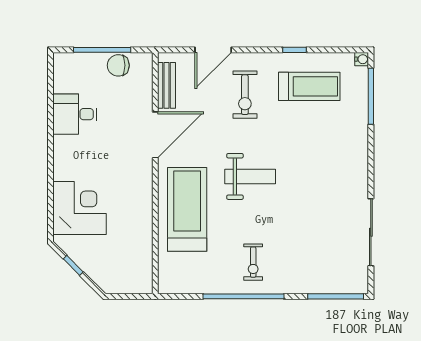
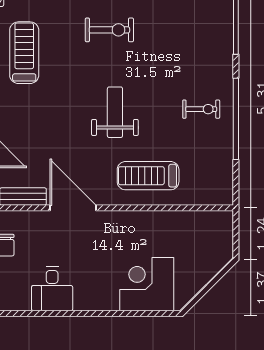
exercise bike: (245, 95) -> (109, 30), moved
treadmill: (187, 209) -> (148, 176), width x0.73, depth x0.73
window: (73, 265) -> (205, 290), removed

